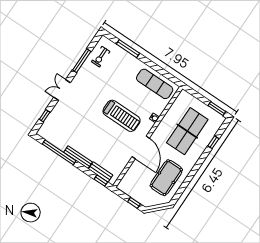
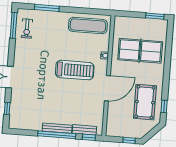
window: (82, 61) -> (14, 25), moved
table tennis table: (187, 131) -> (140, 51), turned 90
window: (213, 142) -> (164, 106), moved
door: (141, 147) -> (107, 88), hinge flipped
window: (59, 152) -> (57, 135), moved

